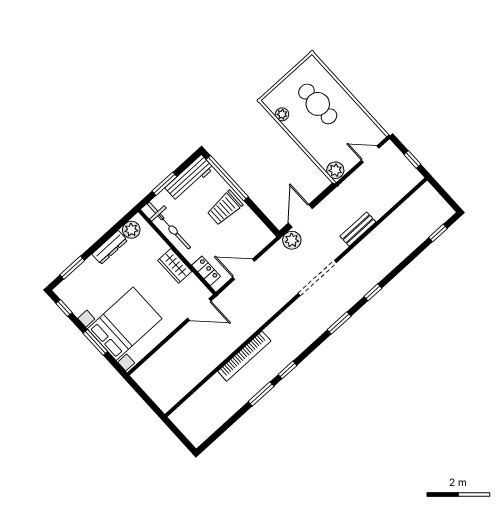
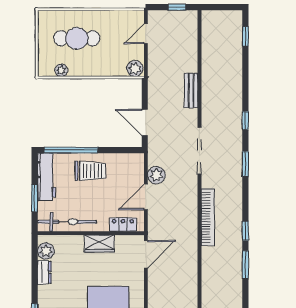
trolley: (225, 208) -> (91, 171), turned -90
plant: (292, 240) -> (156, 175), moved
dresser: (110, 247) -> (44, 272), width x0.70
bookcase: (244, 356) -> (208, 217), moved

